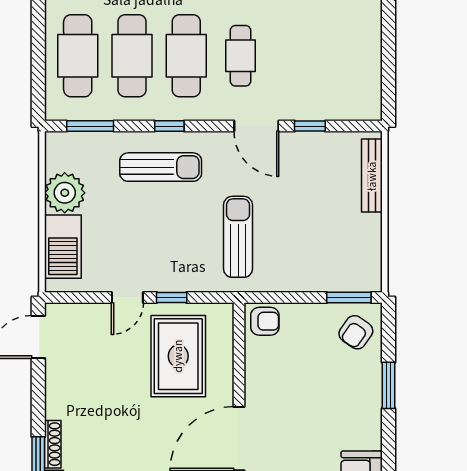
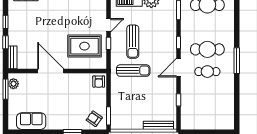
cafe table: (132, 56) -> (207, 27), removed
door: (256, 126) -> (179, 68), moved
sun lounger: (161, 167) -> (133, 42), moved
door: (127, 297) -> (108, 25), swing flipped

